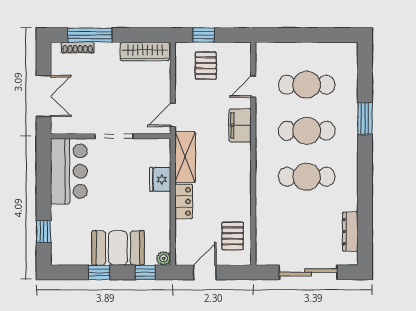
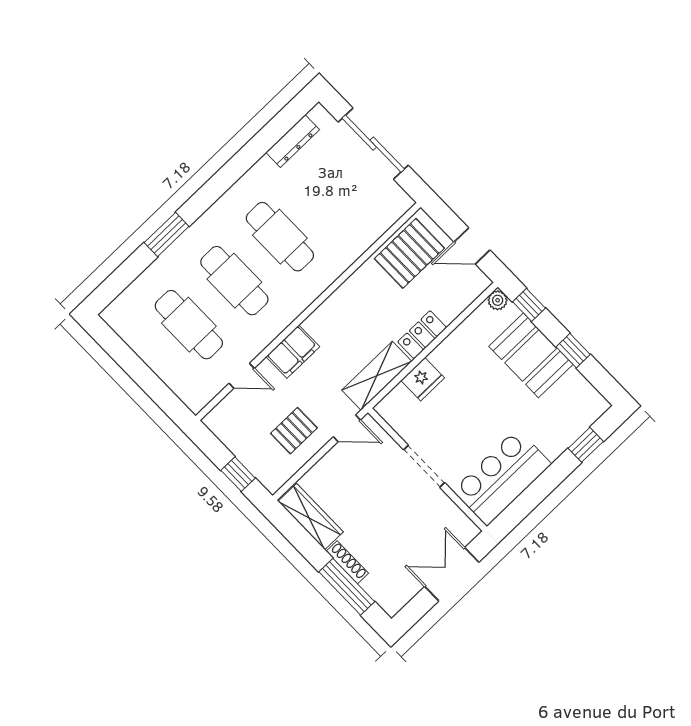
shoe rack: (78, 48) -> (347, 562), moved
pallet: (206, 66) -> (294, 431), moved
pallet: (233, 236) -> (409, 253), width x1.50, depth x1.42

